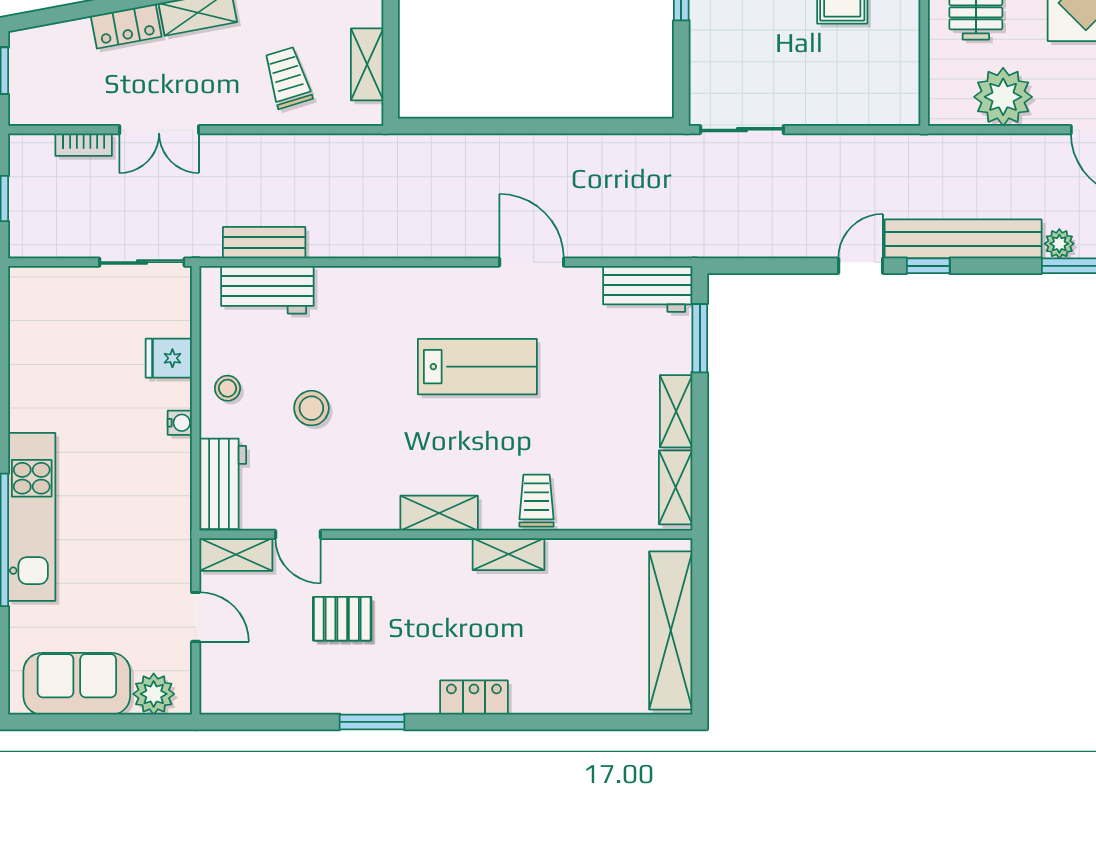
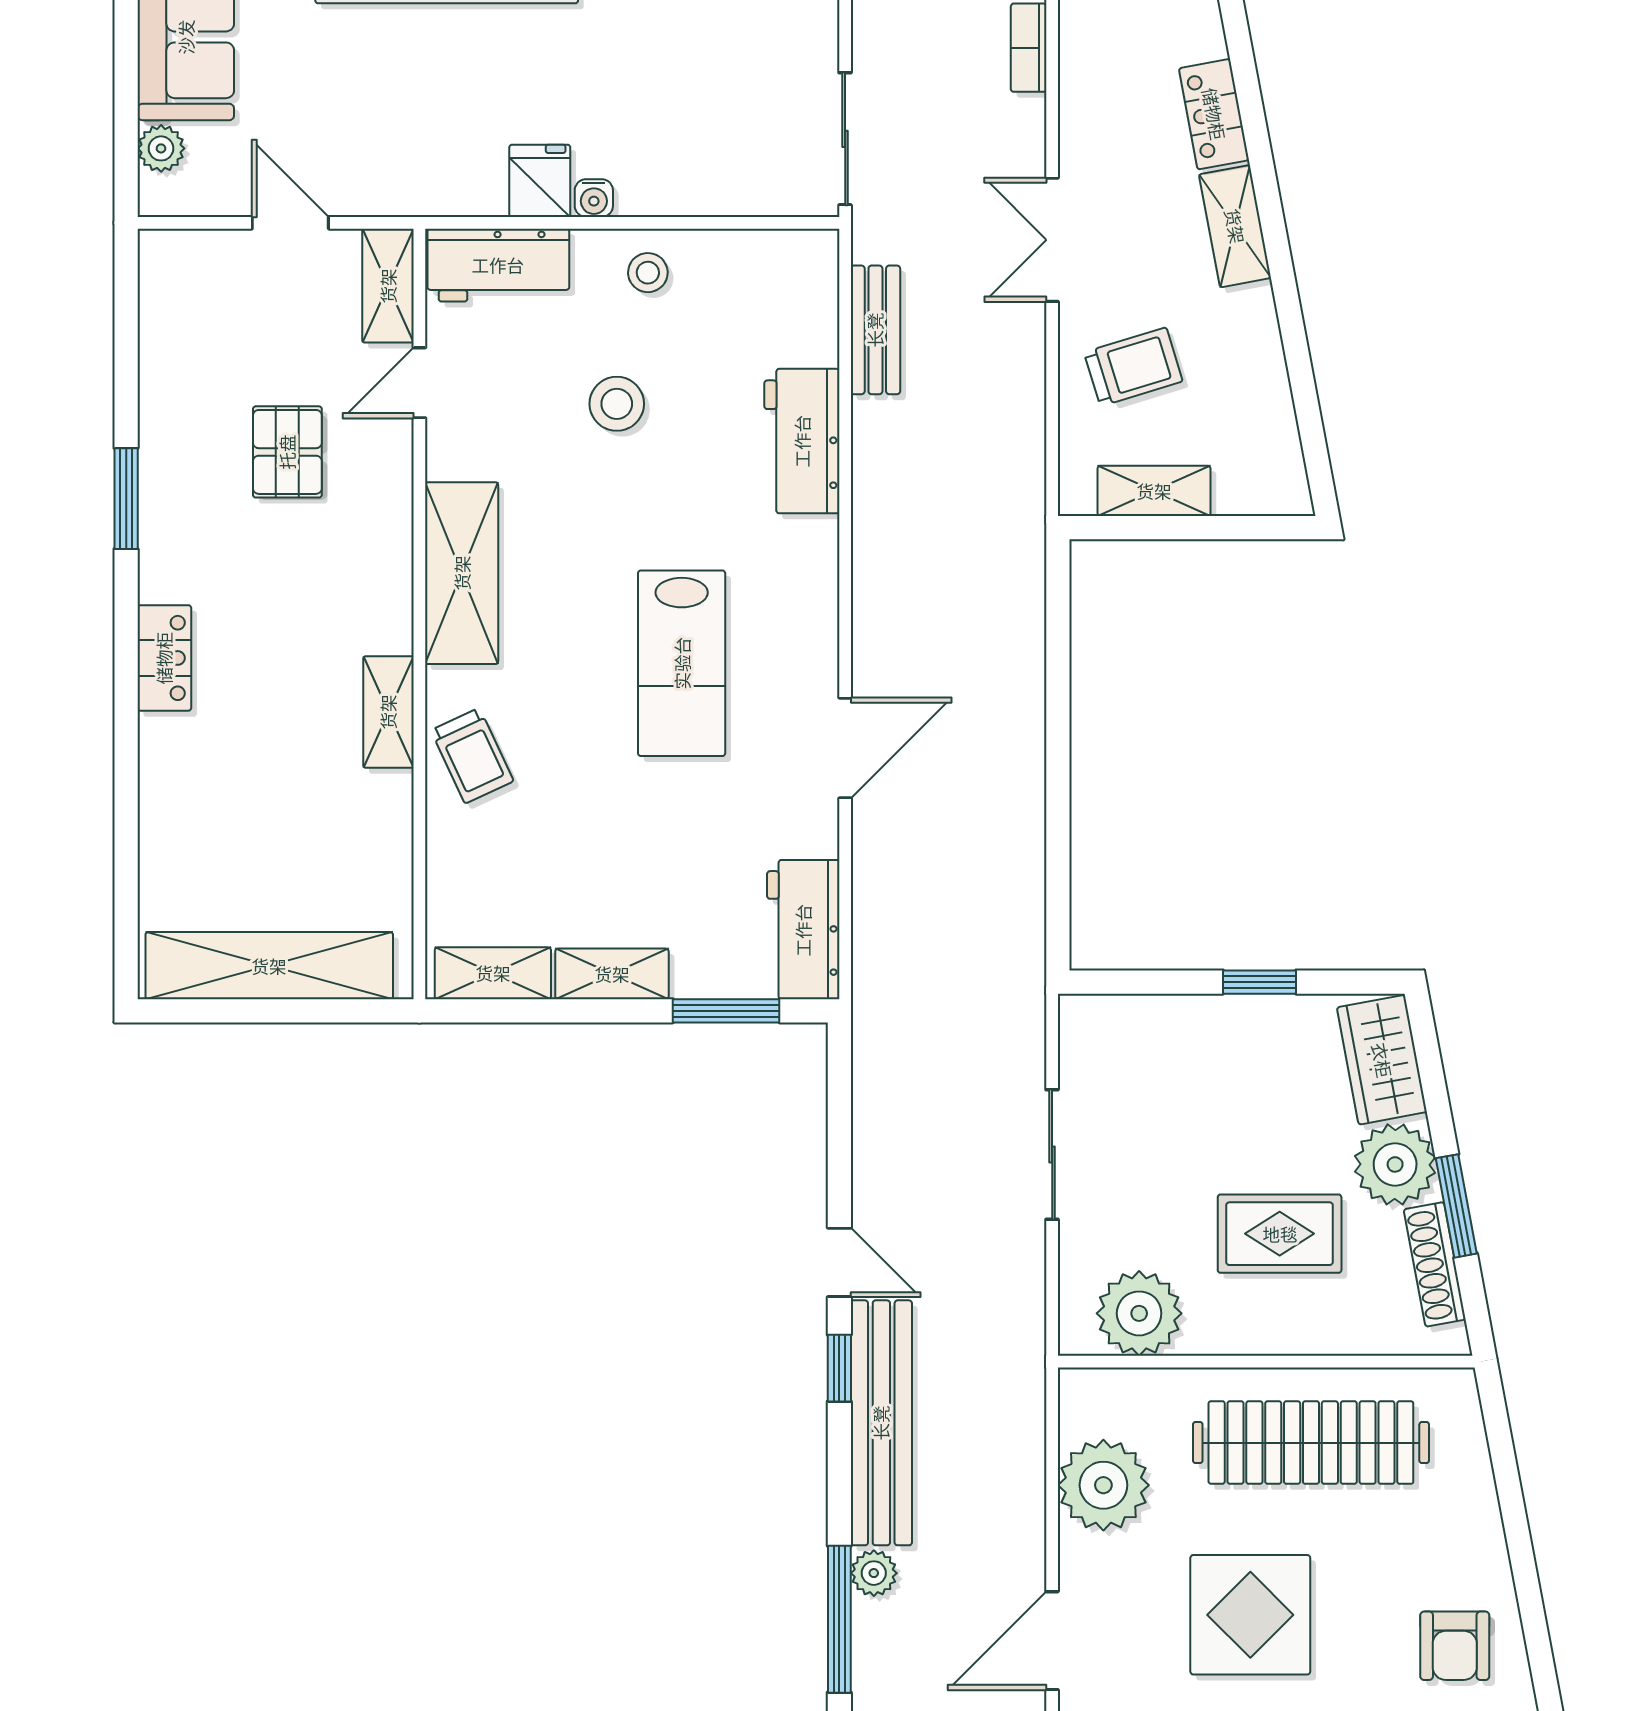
plant: (893, 74) -> (1139, 1313), added
double door: (159, 130) -> (1052, 240), moved
sliding door: (742, 130) -> (1052, 1155), moved
workbench: (267, 290) -> (802, 441), moved
fridge: (169, 358) -> (540, 181), moved
trolley: (536, 501) -> (472, 756), turned 65
shelving: (439, 513) -> (462, 573), width x1.50, depth x1.33
door: (196, 617) -> (290, 223), swing flipped
plant: (154, 694) -> (161, 148), width x0.73, depth x0.73

